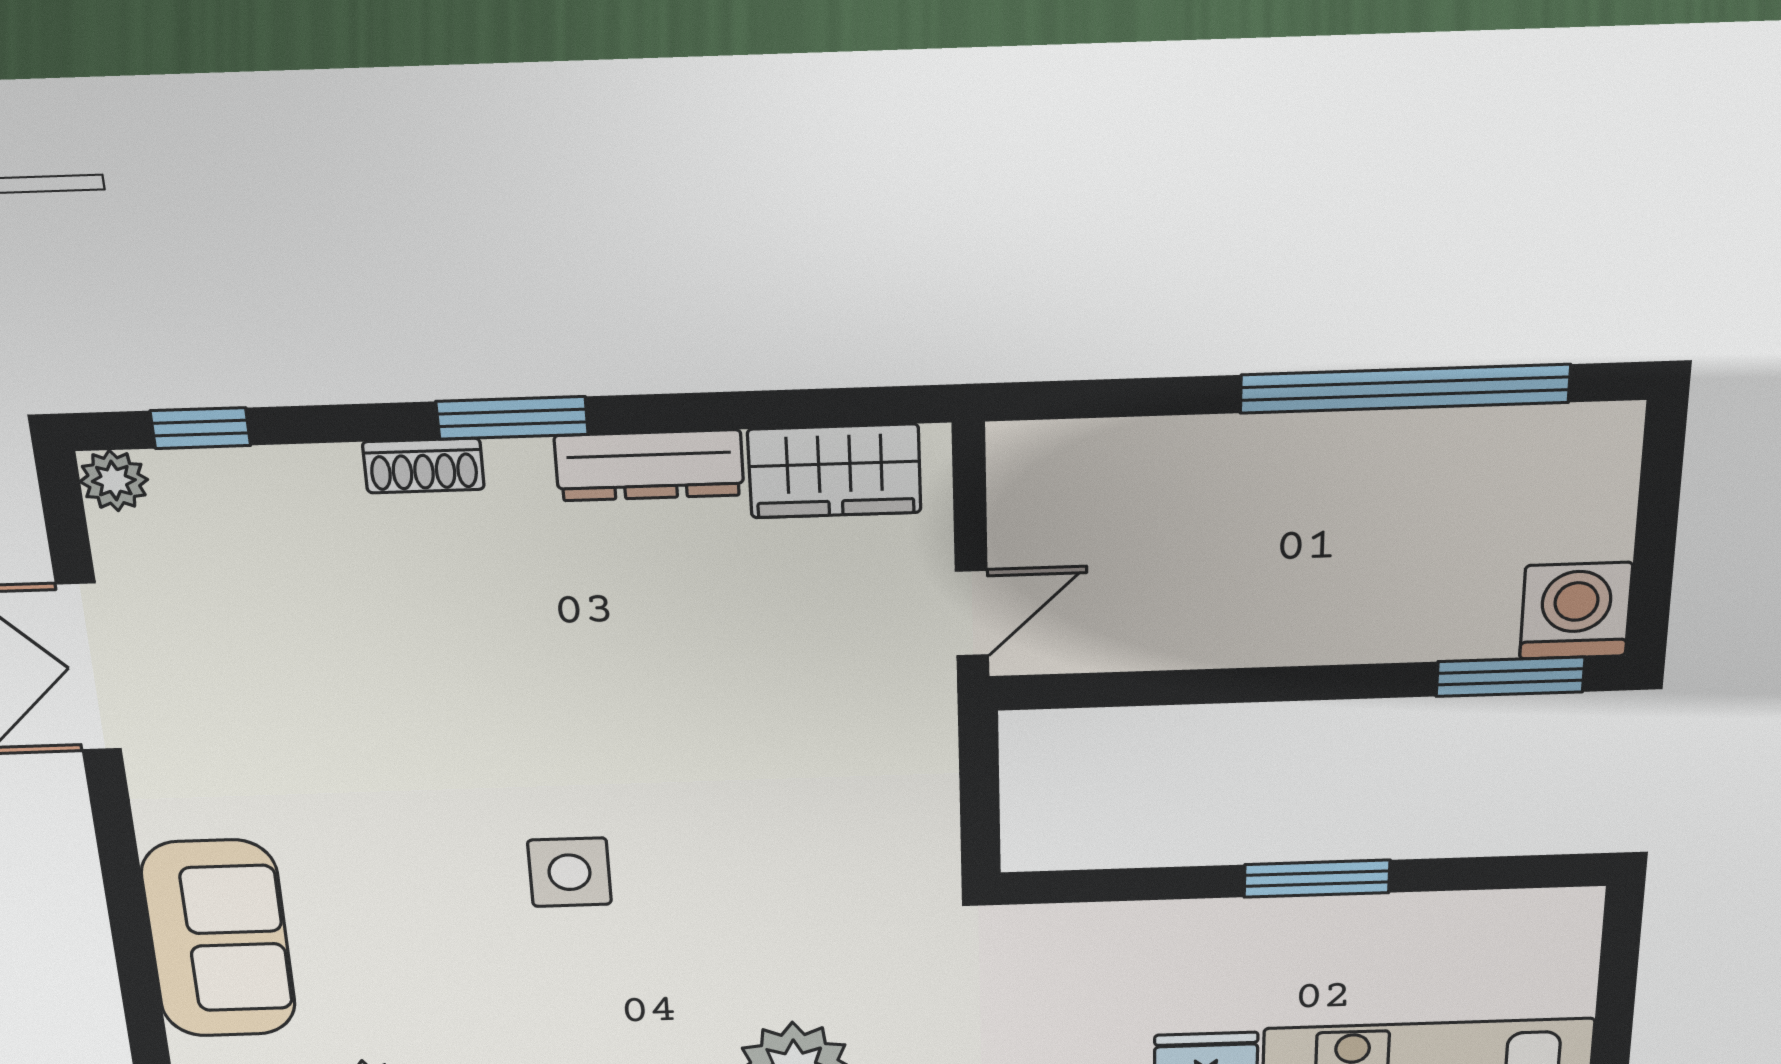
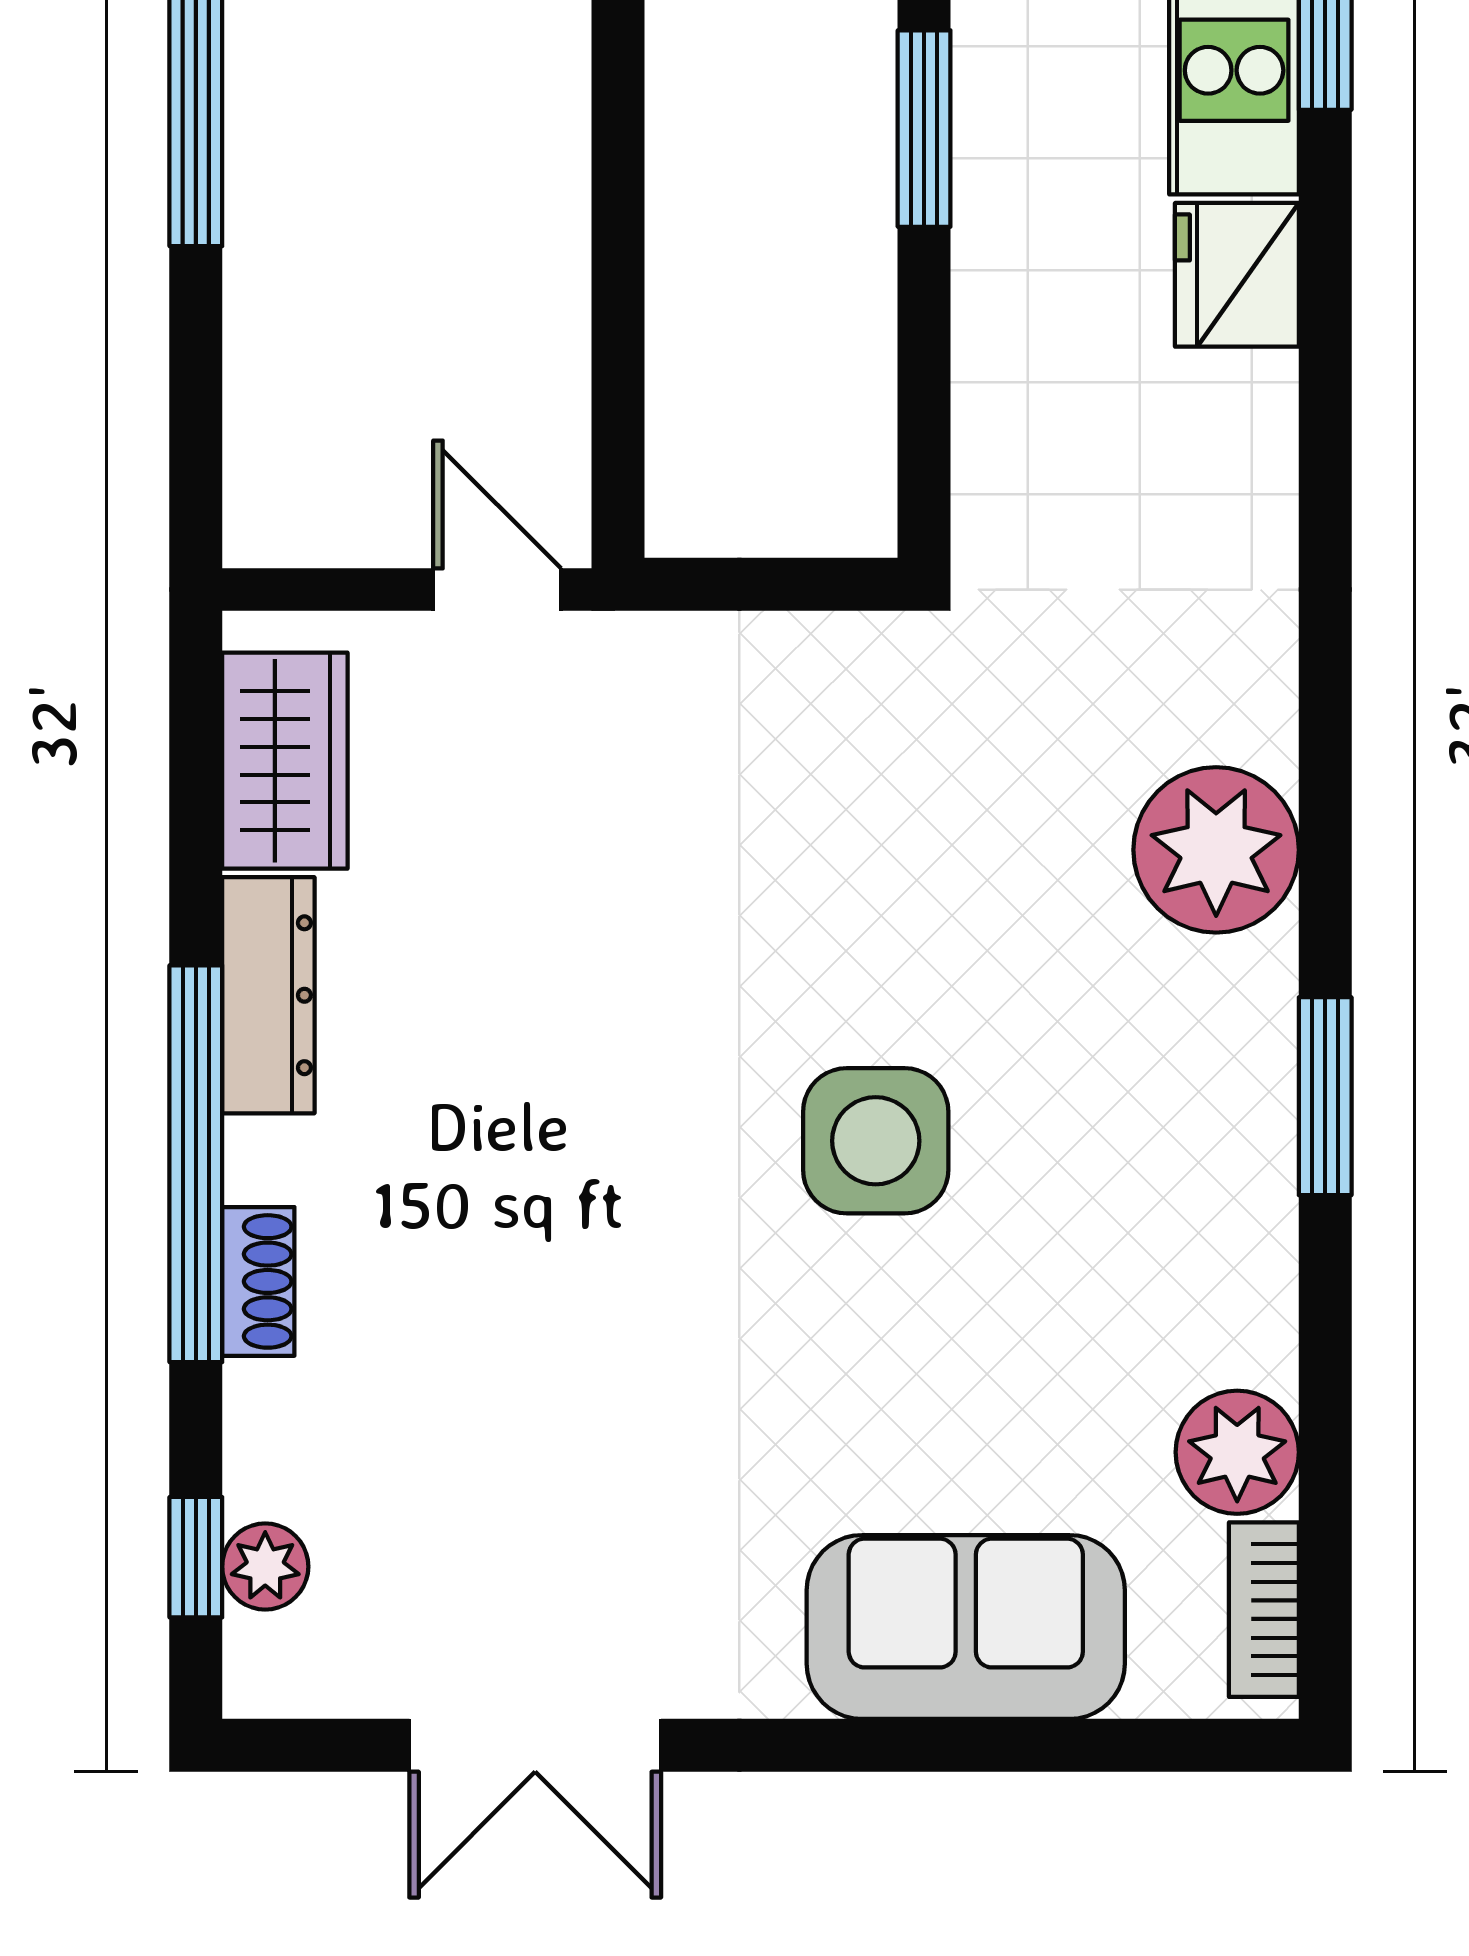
window: (512, 418) -> (196, 1164), width x2.11
plant: (114, 481) -> (265, 1567), moved
side table: (569, 872) -> (876, 1141), width x1.37, depth x1.37

